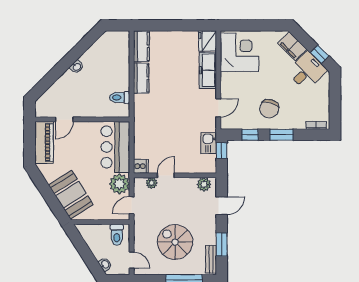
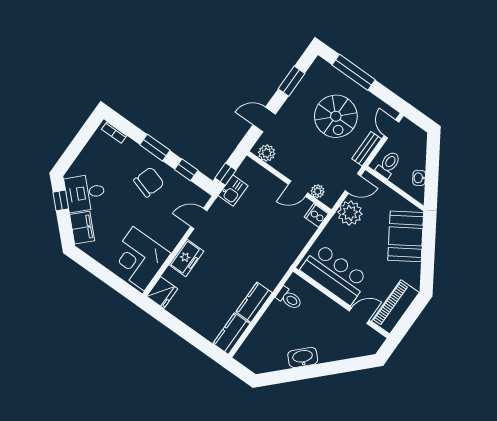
washbasin: (77, 67) -> (303, 357), width x1.91, depth x1.45
freezer: (208, 70) -> (186, 258), width x0.71
bar counter: (115, 147) -> (335, 274), moved, turned -90
bench: (211, 259) -> (367, 149), moved
washbasin: (105, 264) -> (419, 178), moved

